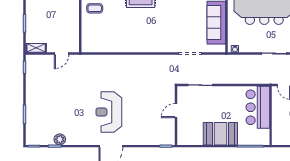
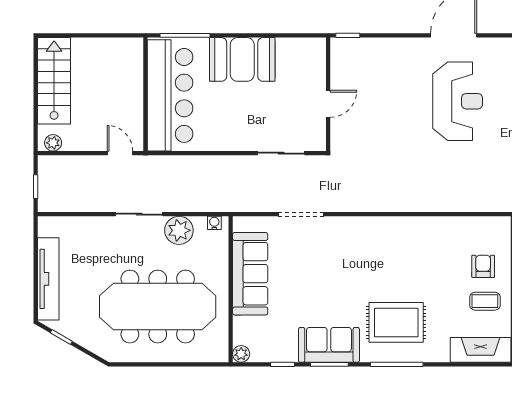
armchair: (96, 26) -> (483, 266), added
plant: (253, 45) -> (179, 230), added
bar counter: (258, 107) -> (170, 95), width x1.36

